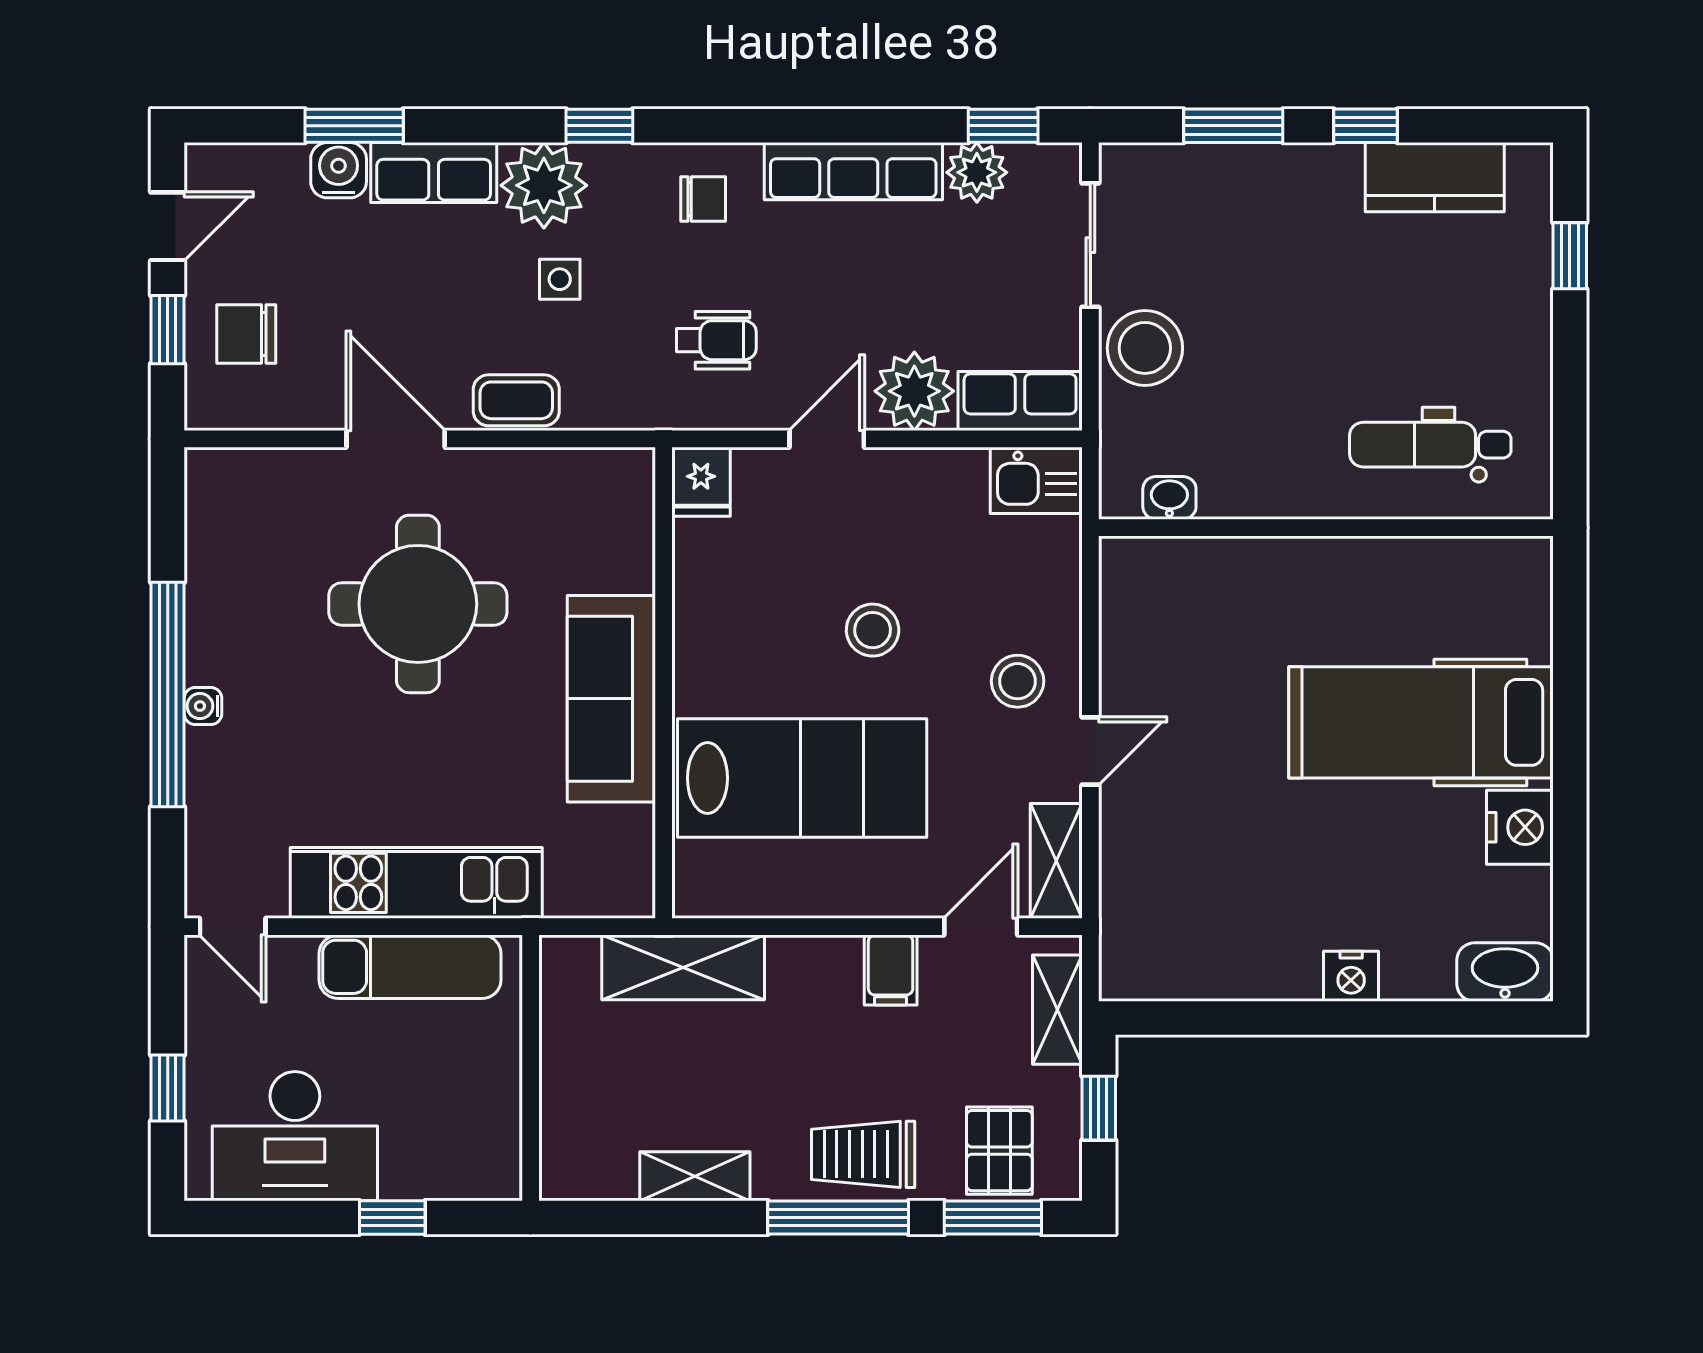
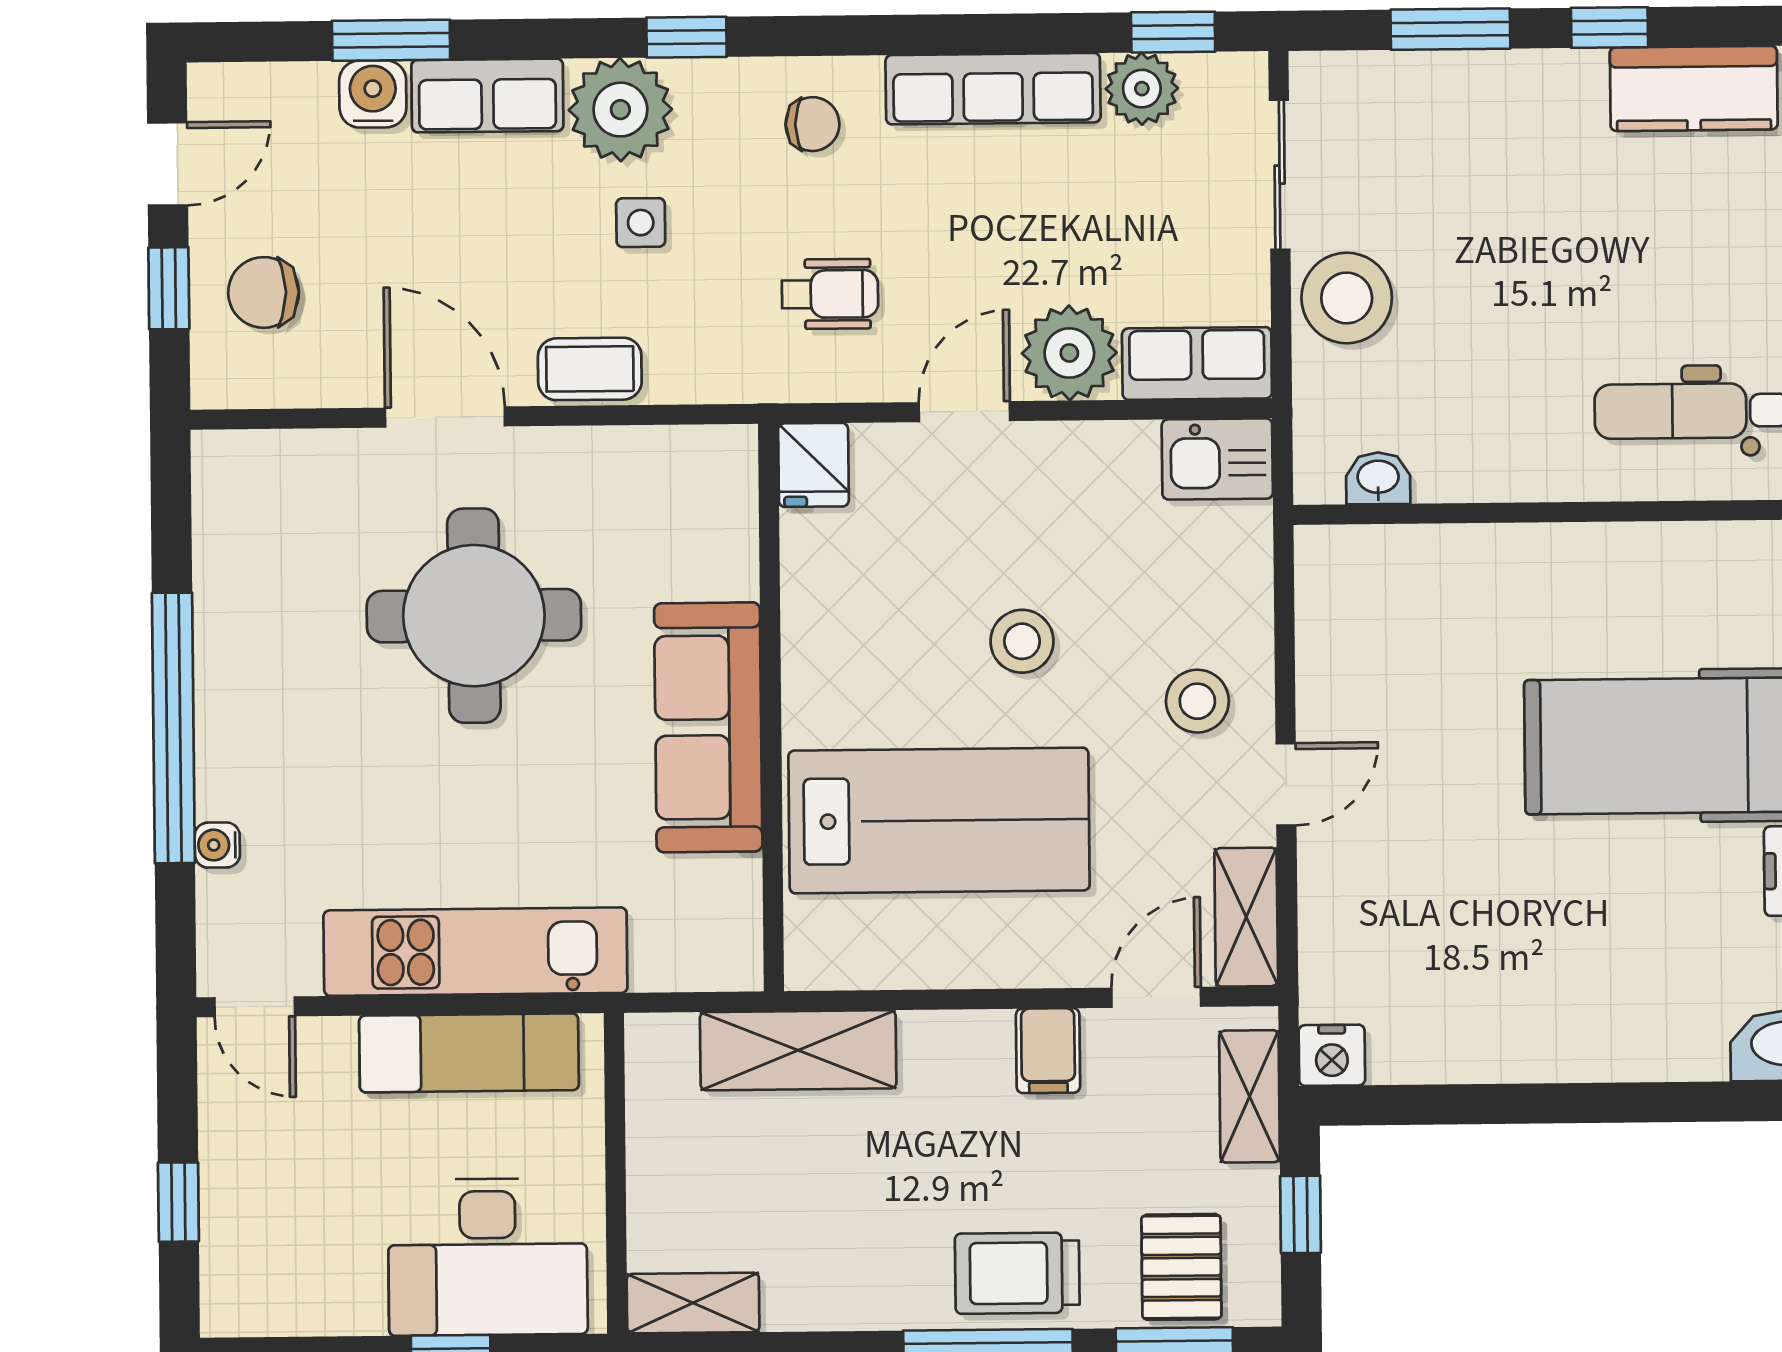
water cooler: (203, 706) -> (217, 845), moved
nightstand: (1351, 976) -> (1332, 1055), moved
desk: (295, 1136) -> (488, 1257), moved
shelving: (695, 1176) -> (693, 1303), moved

